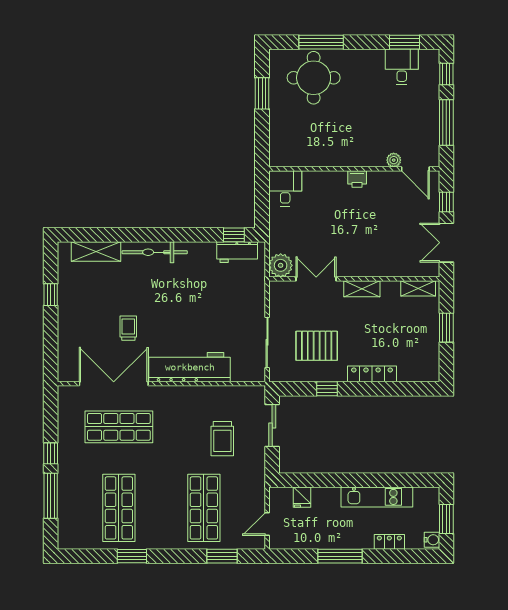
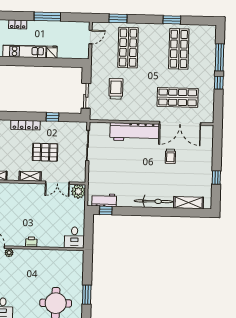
pallet: (317, 346) -> (45, 152), moved
fridge: (302, 497) -> (52, 52), moved

